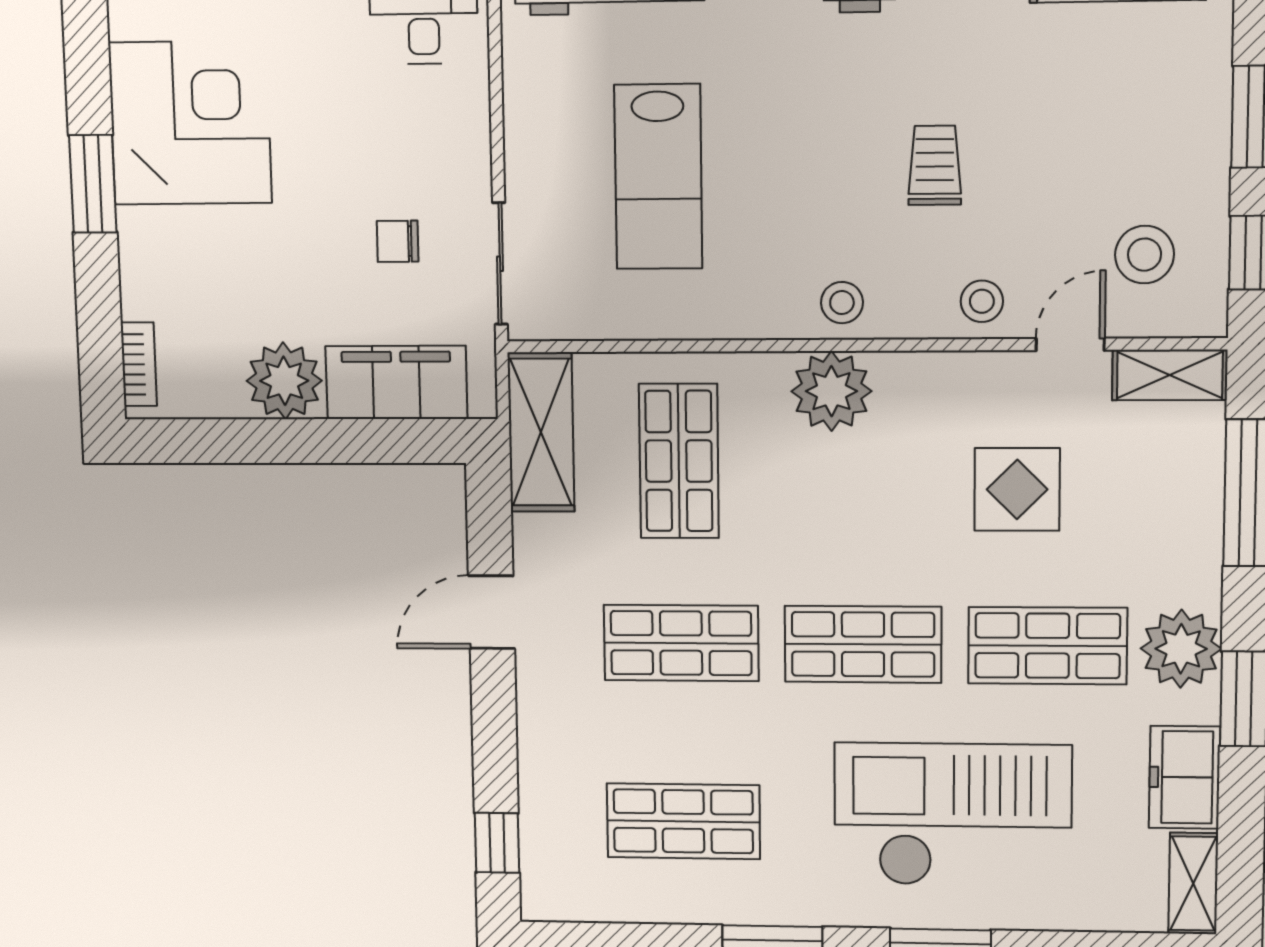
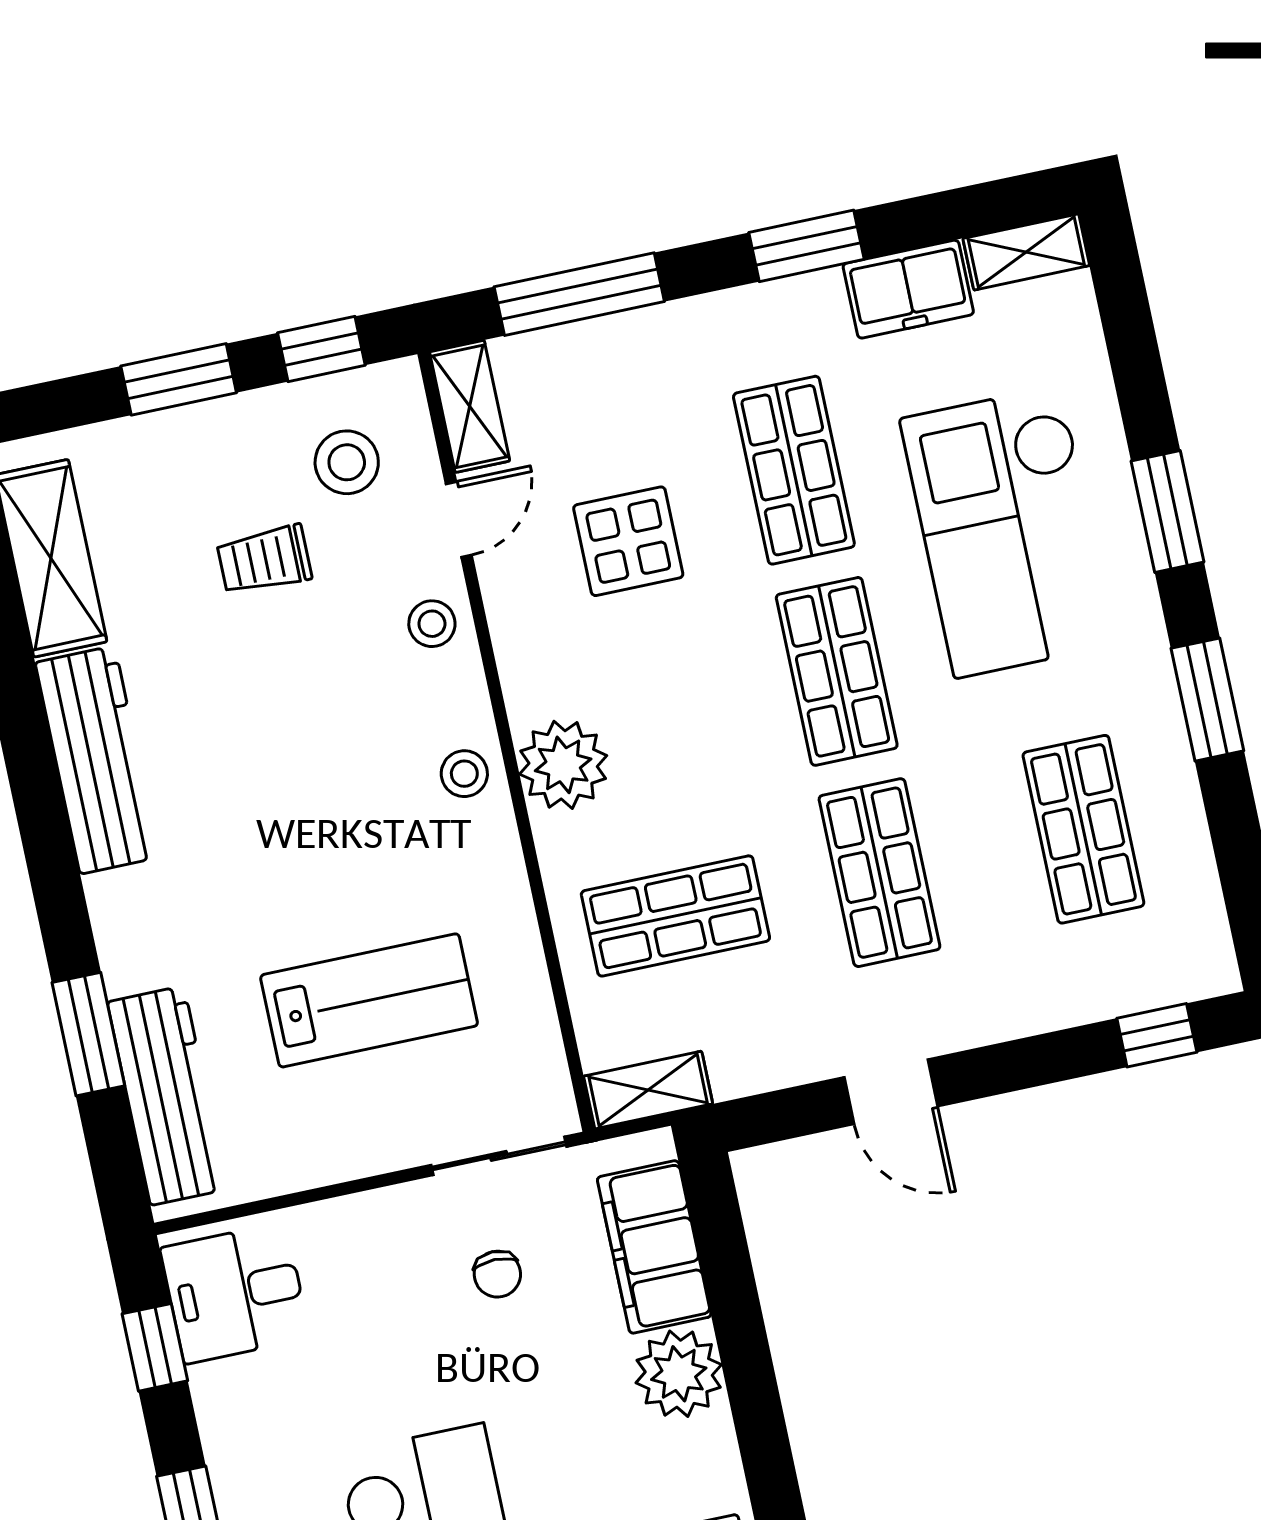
trolley: (935, 165) -> (264, 560), moved
door: (1070, 344) -> (459, 519), swing flipped
shelving: (541, 432) -> (648, 1090), width x0.67, depth x0.75
plant: (1181, 649) -> (766, 326), removed

